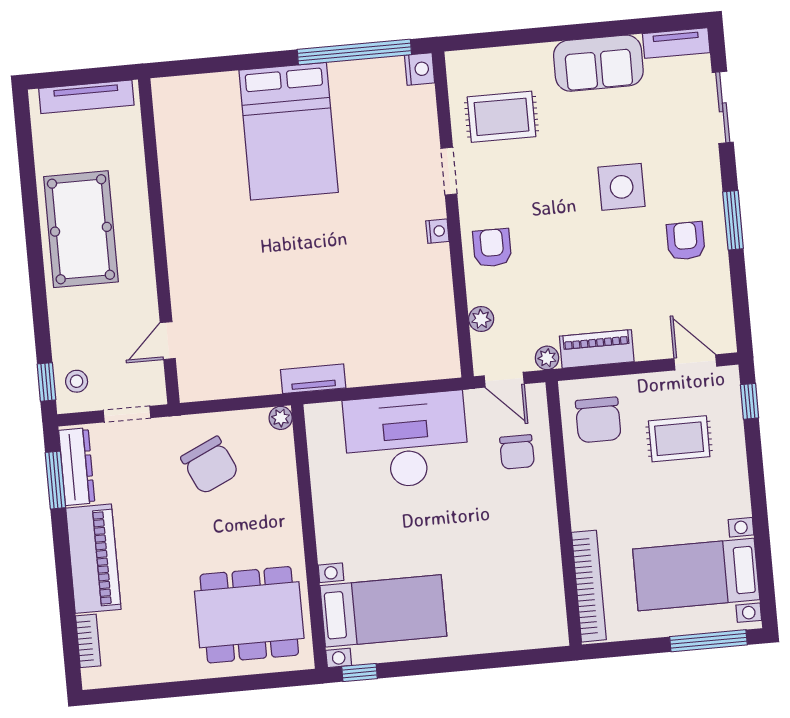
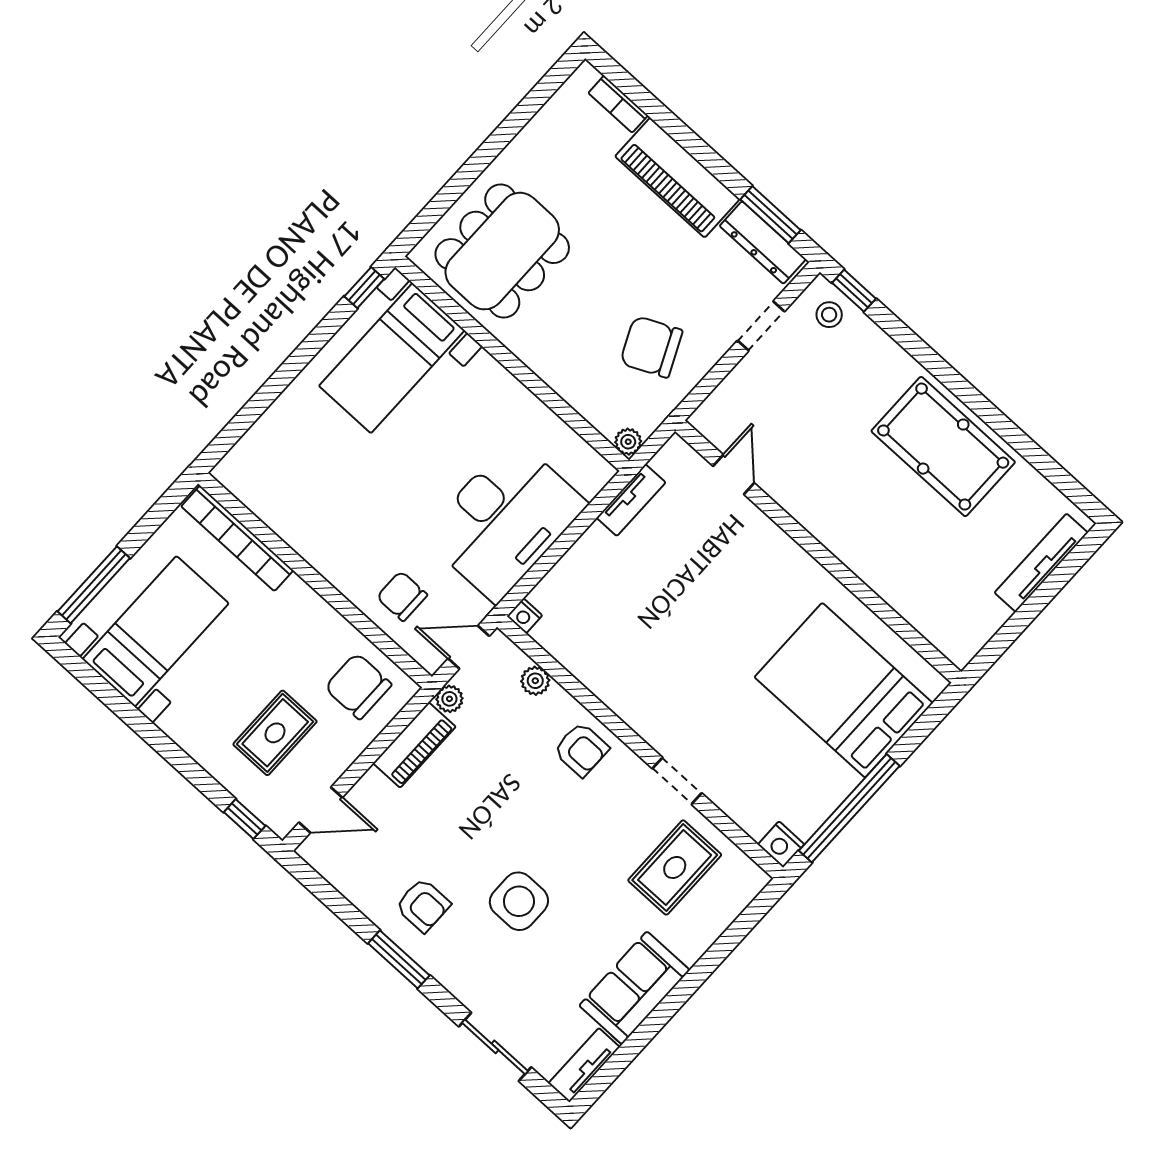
nightstand: (437, 231) -> (524, 616), moved
wall: (159, 241) -> (818, 551), moved
door: (168, 341) -> (734, 475), moved

